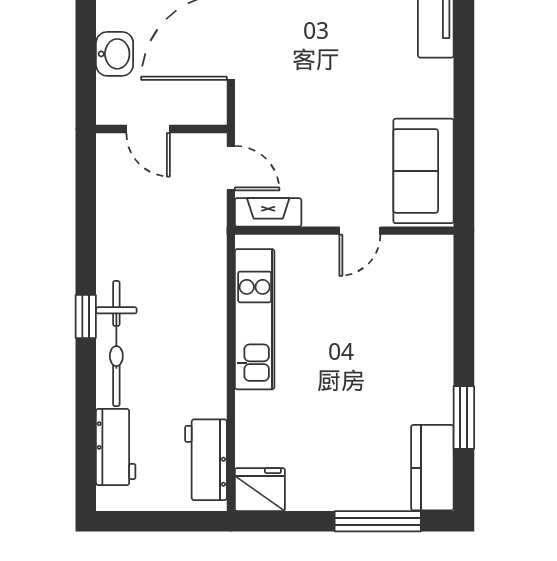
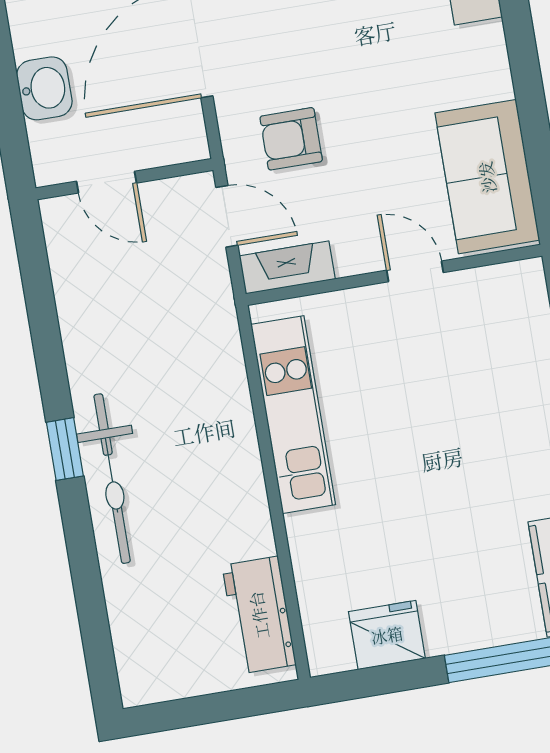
armchair: (287, 120) -> (291, 139), added
door: (360, 231) -> (415, 271), swing flipped
workbench: (116, 447) -> (135, 618), removed
fridge: (260, 490) -> (387, 635), moved

